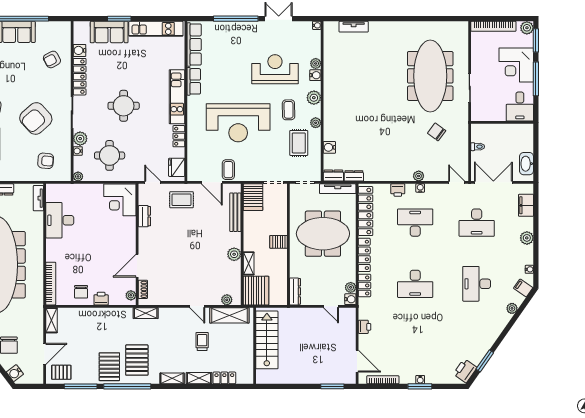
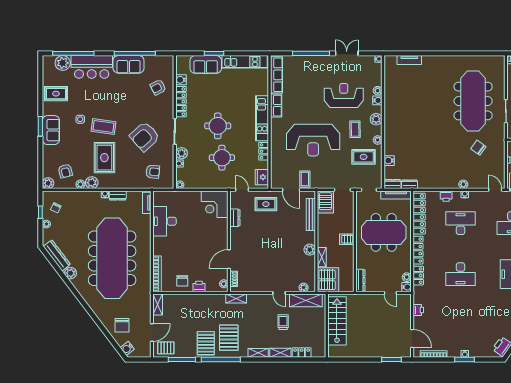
rug: (299, 143) -> (364, 157), turned 90
round table: (110, 155) -> (222, 158), moved

